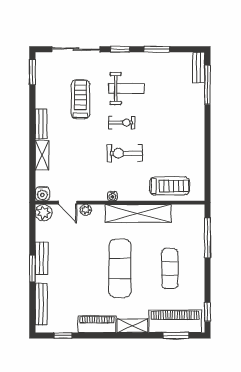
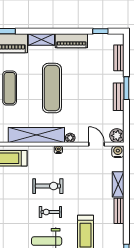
plant: (86, 210) -> (70, 138), moved
bench: (41, 304) -> (119, 58), width x0.73

